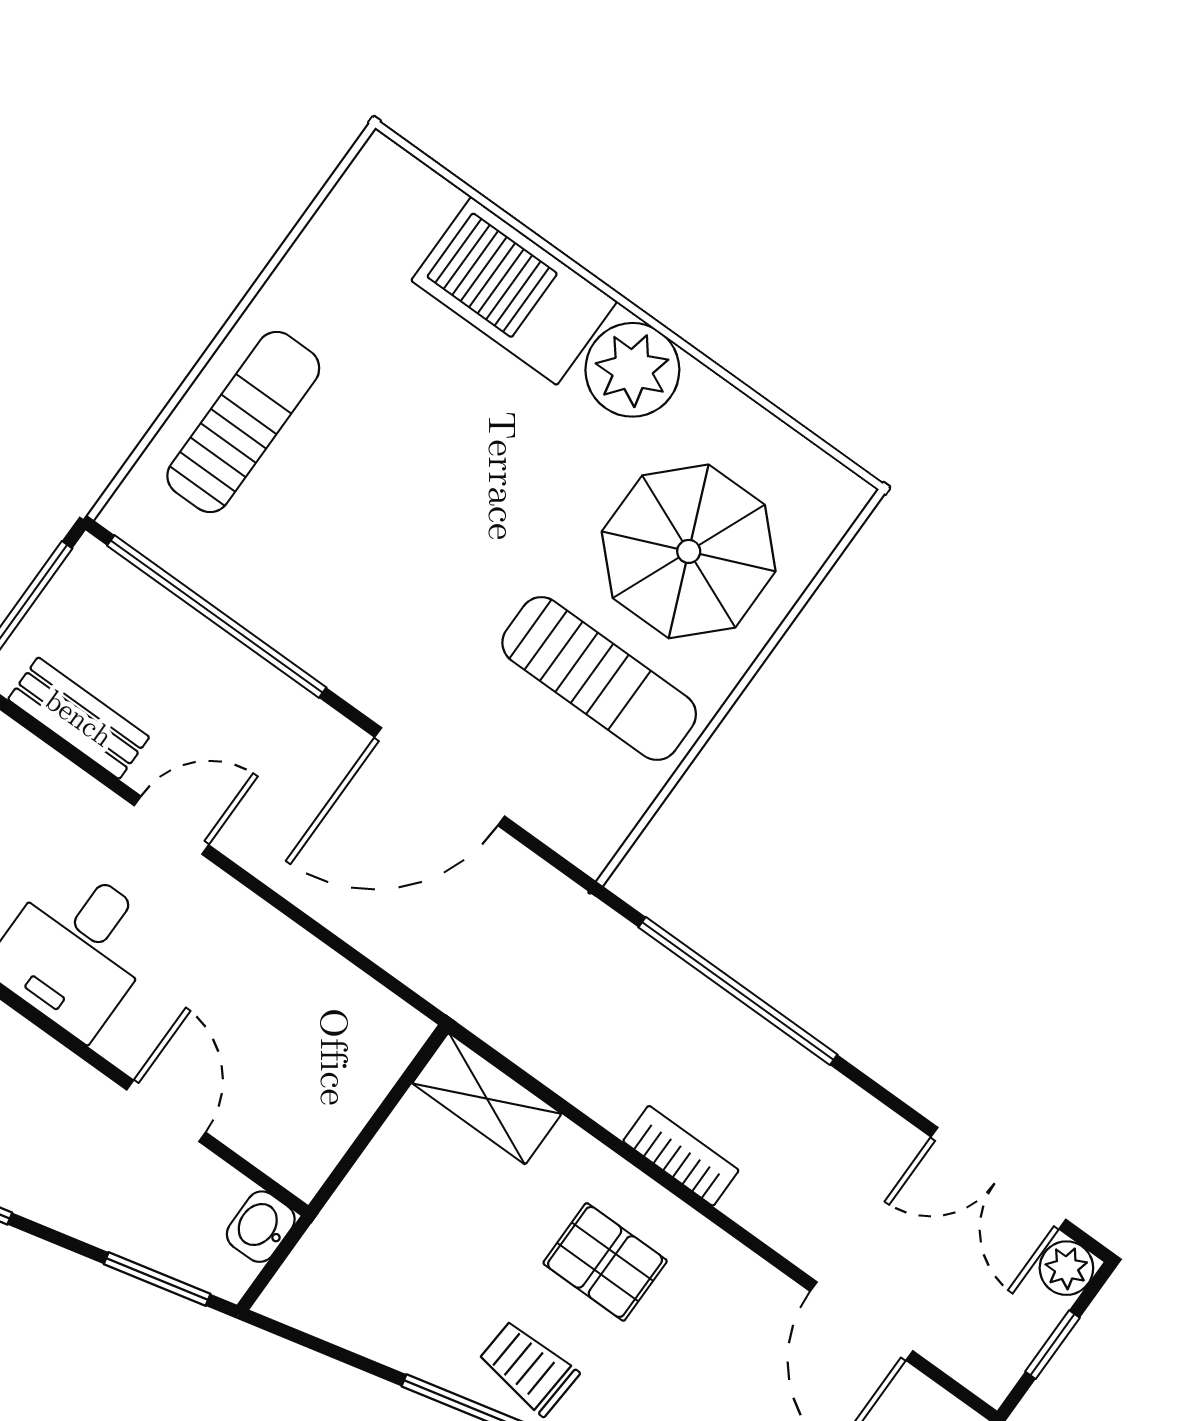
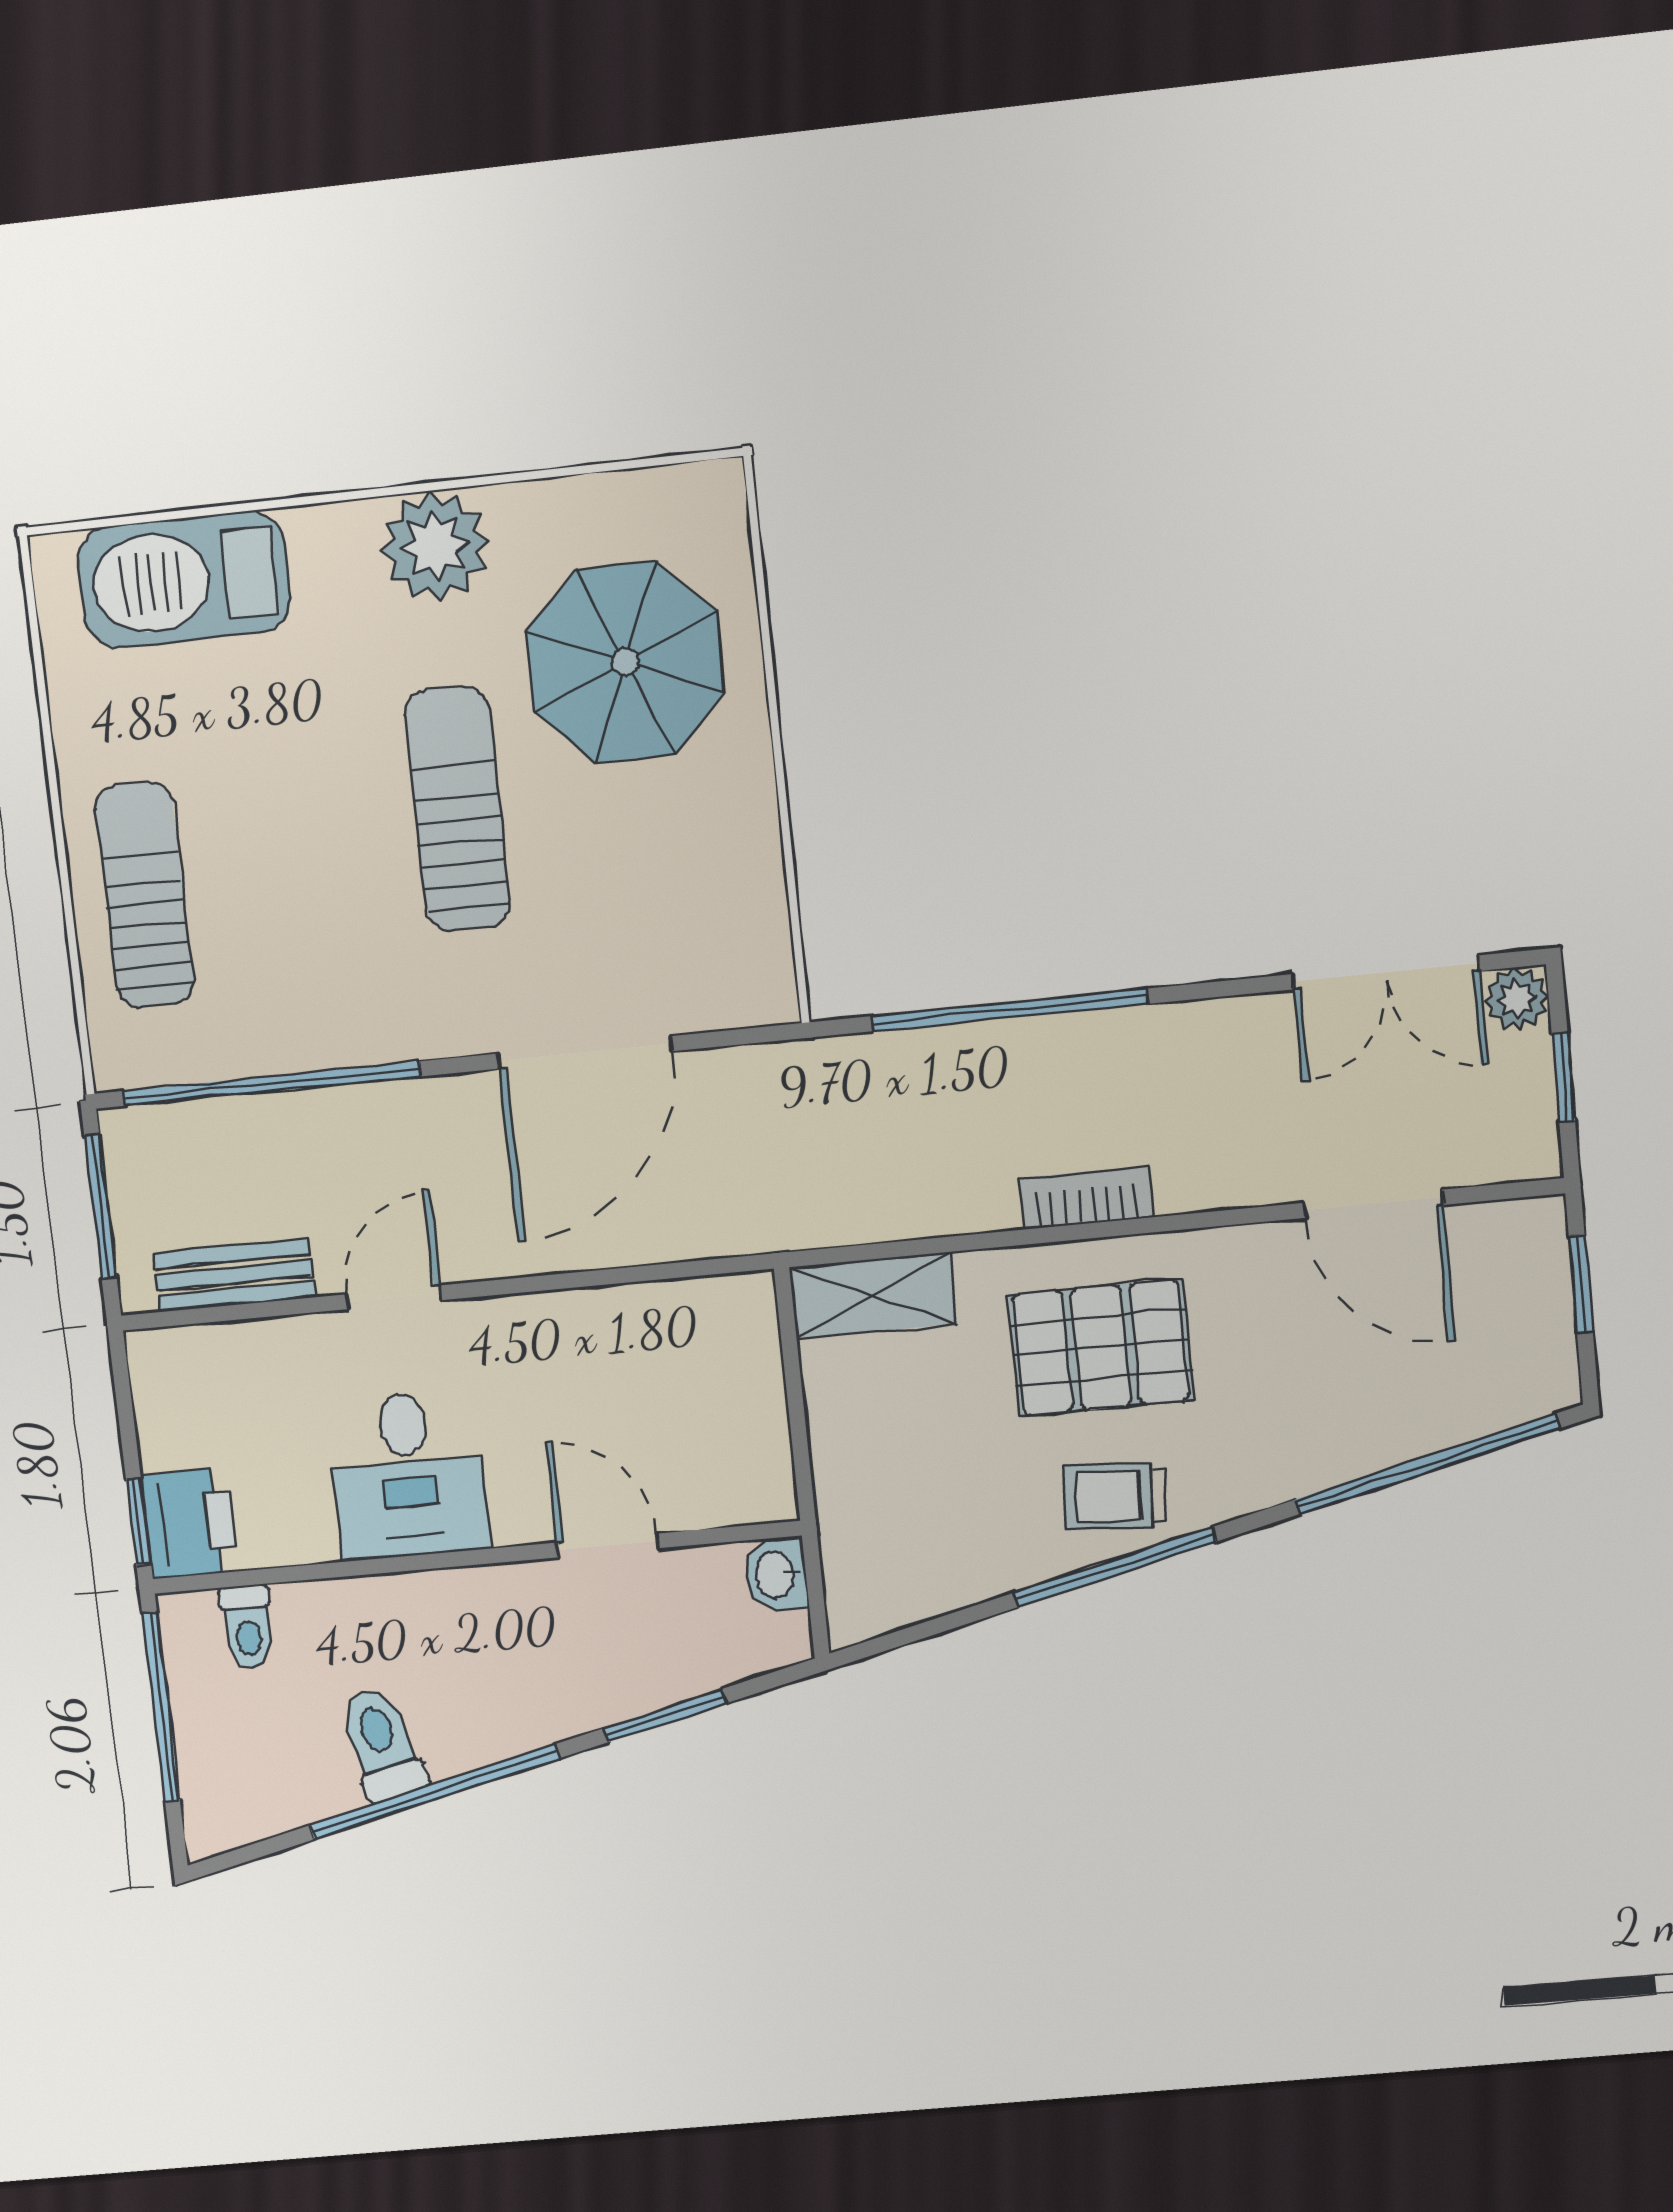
barbecue: (514, 291) -> (184, 580), moved
sun lounger: (599, 679) -> (458, 809), moved, turned -90
pallet: (605, 1262) -> (1101, 1347), width x1.50, depth x1.42
window: (157, 1279) -> (665, 1716), moved

